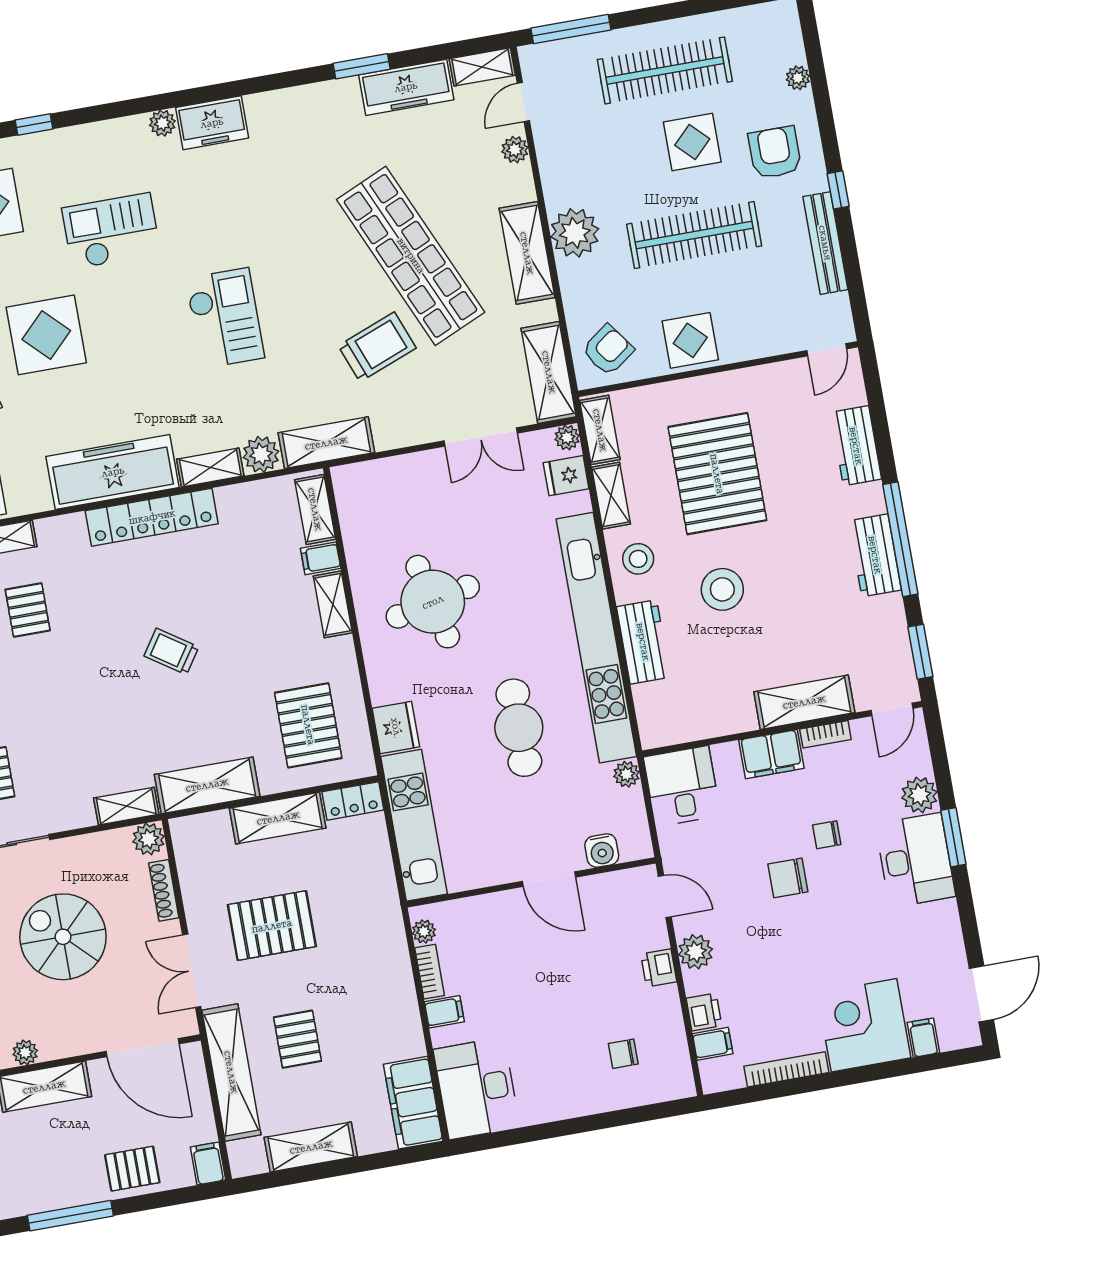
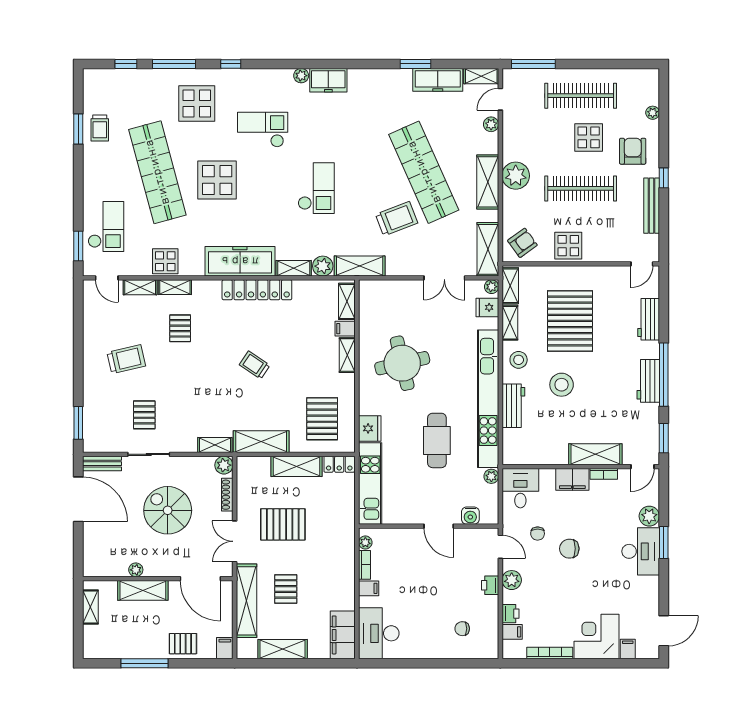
chair: (827, 835) -> (538, 534), moved, turned -90

